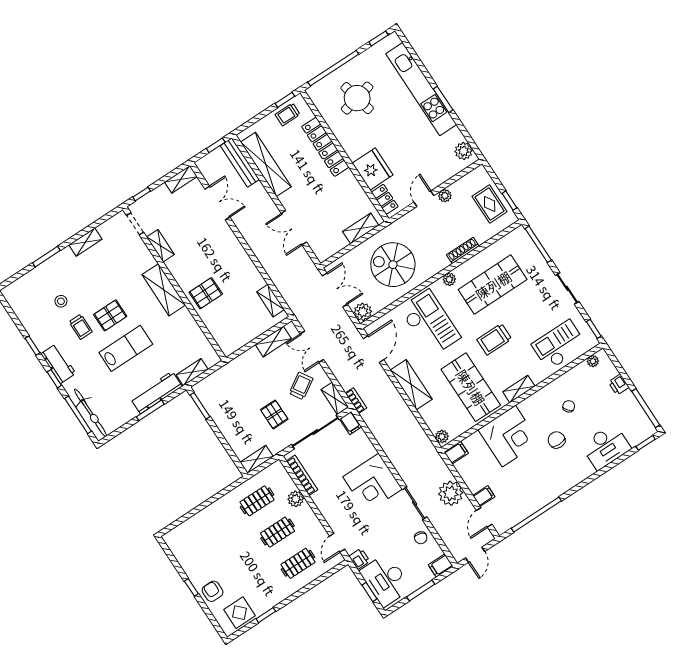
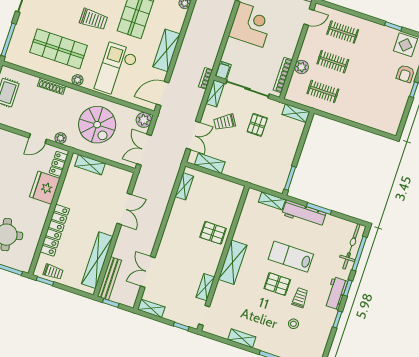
plant: (445, 196) -> (61, 138), moved

